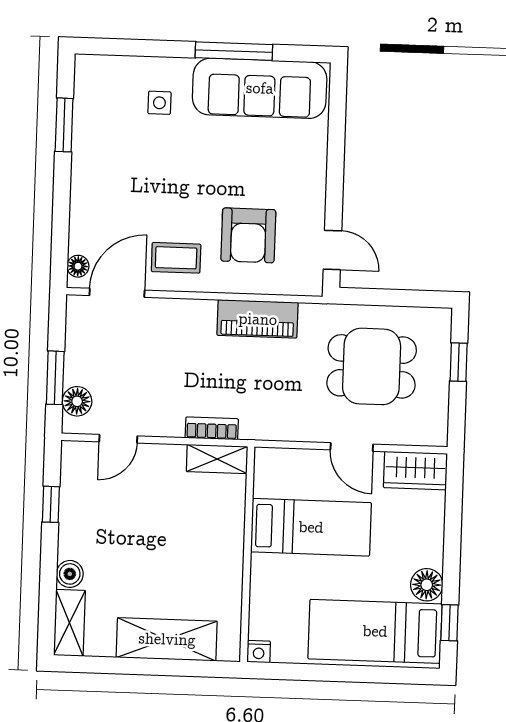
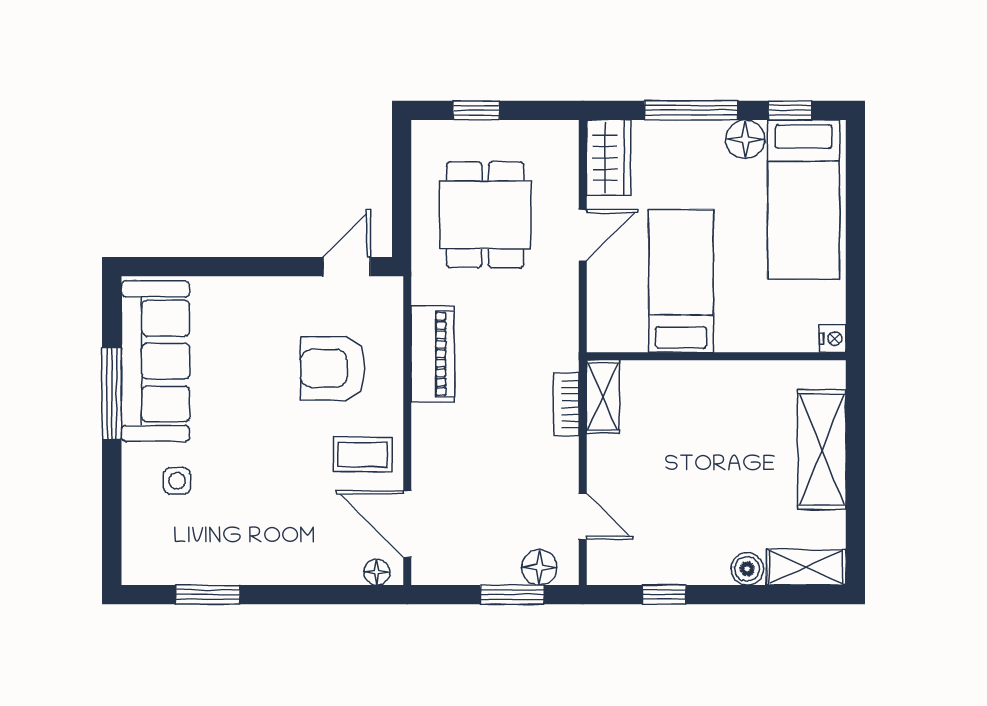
armchair: (248, 235) -> (333, 368), turned 180
coffee table: (176, 258) -> (363, 454), turned 90
window: (452, 540) -> (691, 110), added

